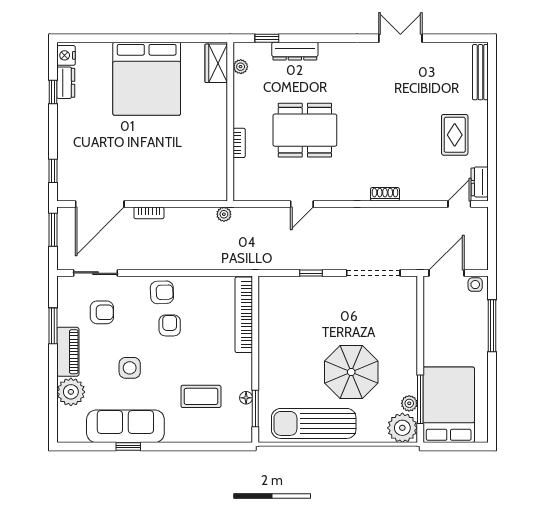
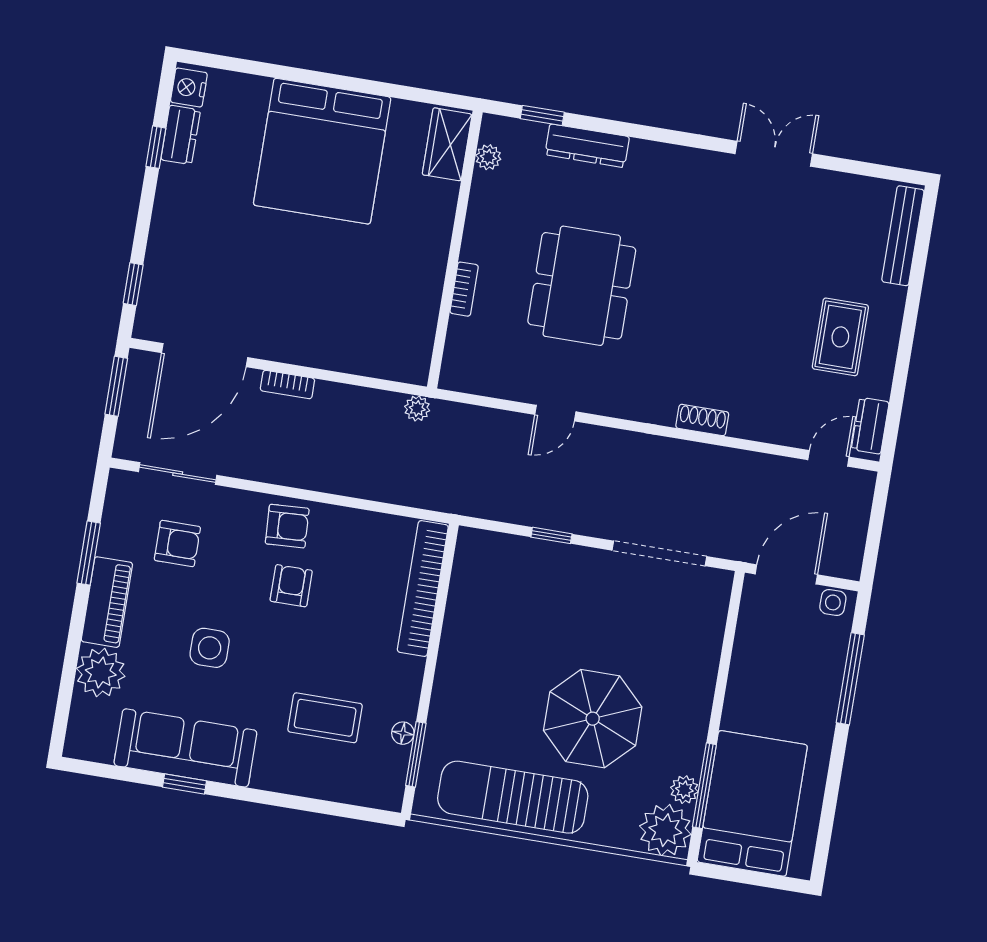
dining table: (305, 130) -> (582, 286), turned 90

